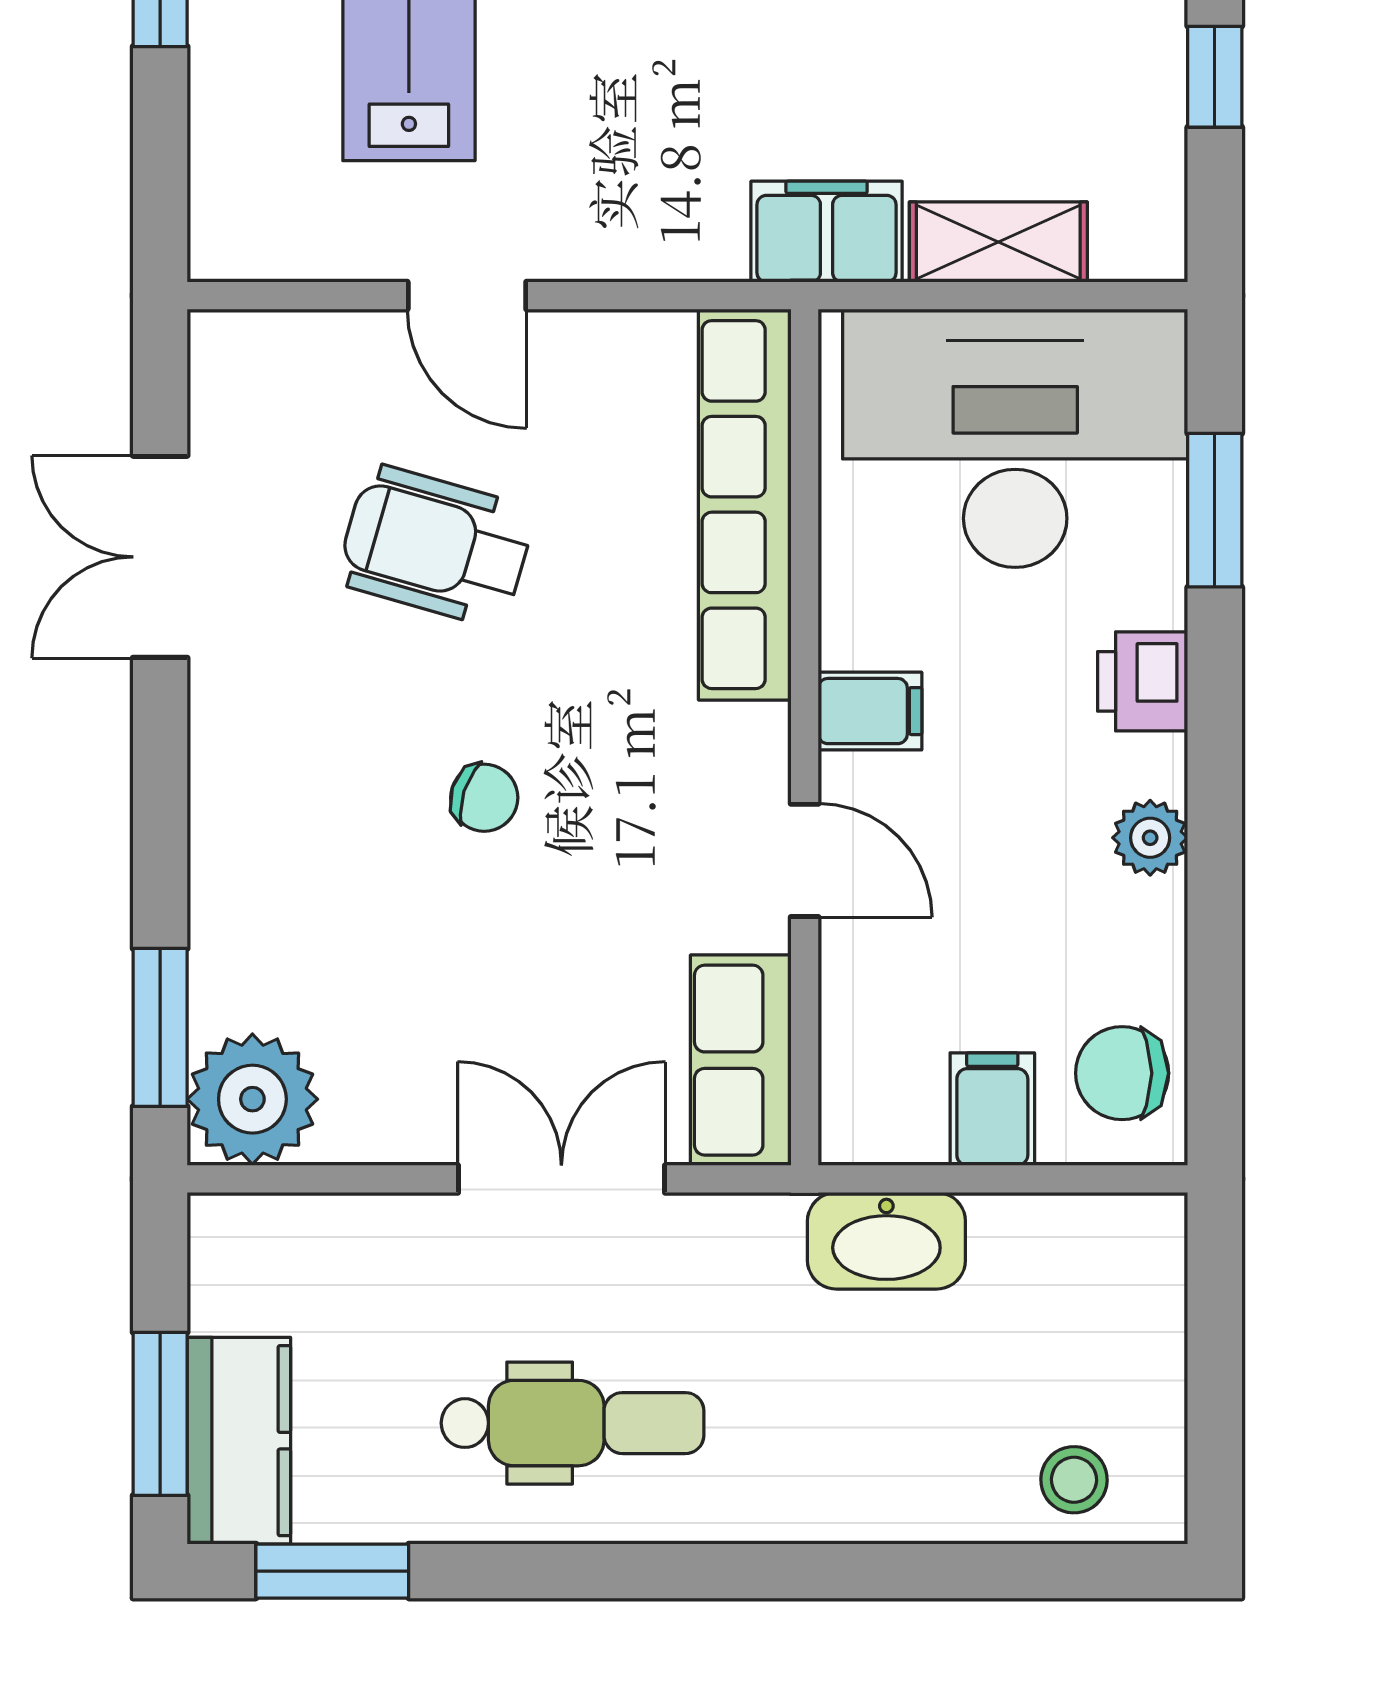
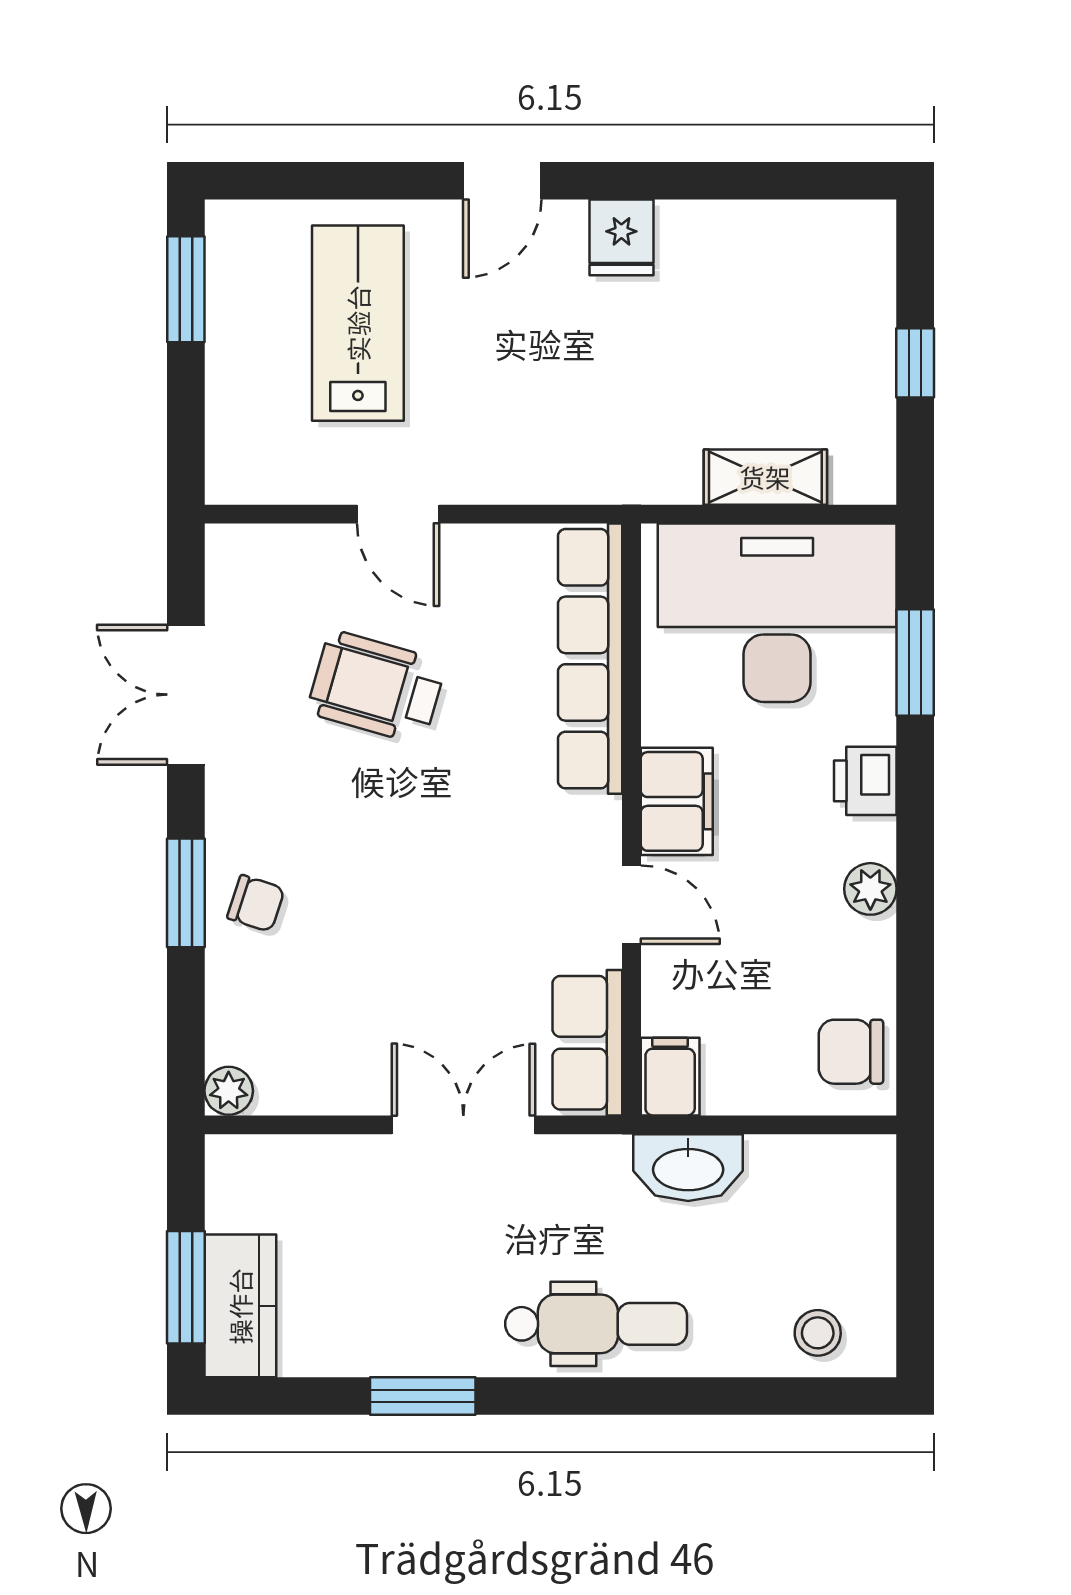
filing cabinet: (827, 232) -> (647, 470), removed
filing cabinet: (870, 711) -> (677, 801), width x2.00
chair: (484, 798) -> (256, 903), moved
window: (160, 1027) -> (186, 893), moved
plant: (252, 1099) -> (229, 1091), width x0.53, depth x0.53
filing cabinet: (992, 1109) -> (670, 1077), moved
dental chair: (572, 1423) -> (596, 1324), moved
window: (332, 1571) -> (423, 1396), moved

